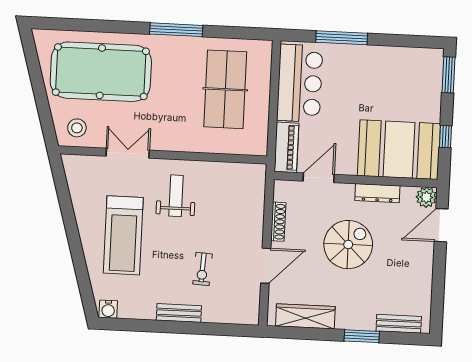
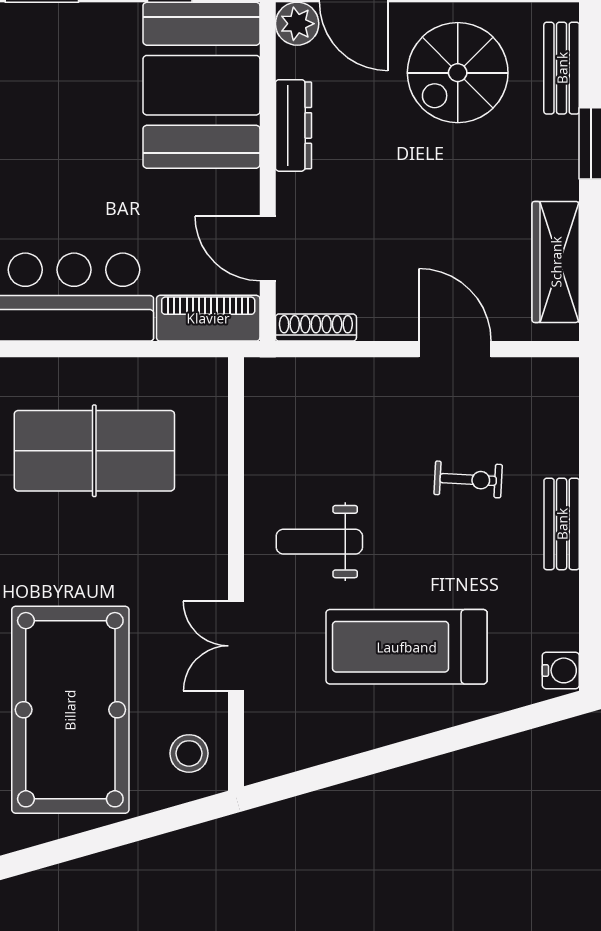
shoe rack: (278, 222) -> (316, 328), moved
treadmill: (123, 235) -> (407, 647), turned 180
spiral stairs: (348, 245) -> (458, 73), moved, turned -90

